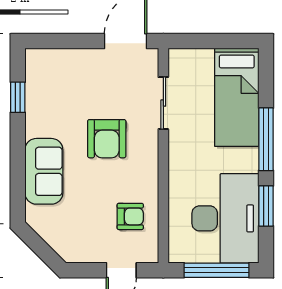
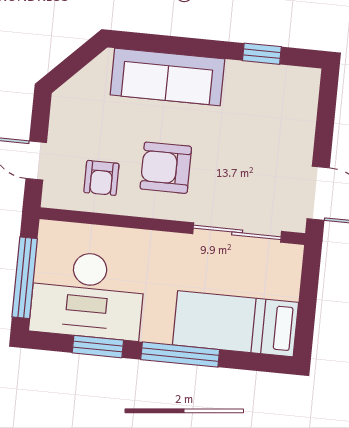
sliding door: (163, 103) -> (237, 232), width x1.37
armchair: (107, 139) -> (166, 168), moved
sofa: (44, 171) -> (167, 77), width x1.36

